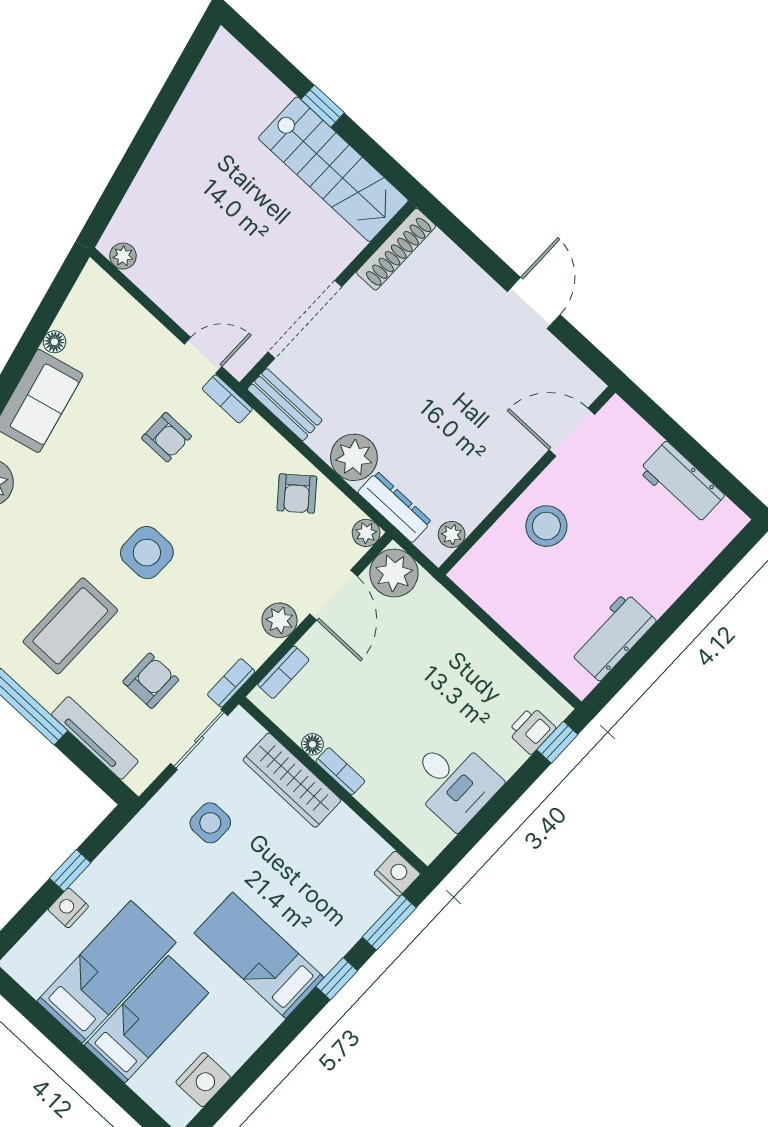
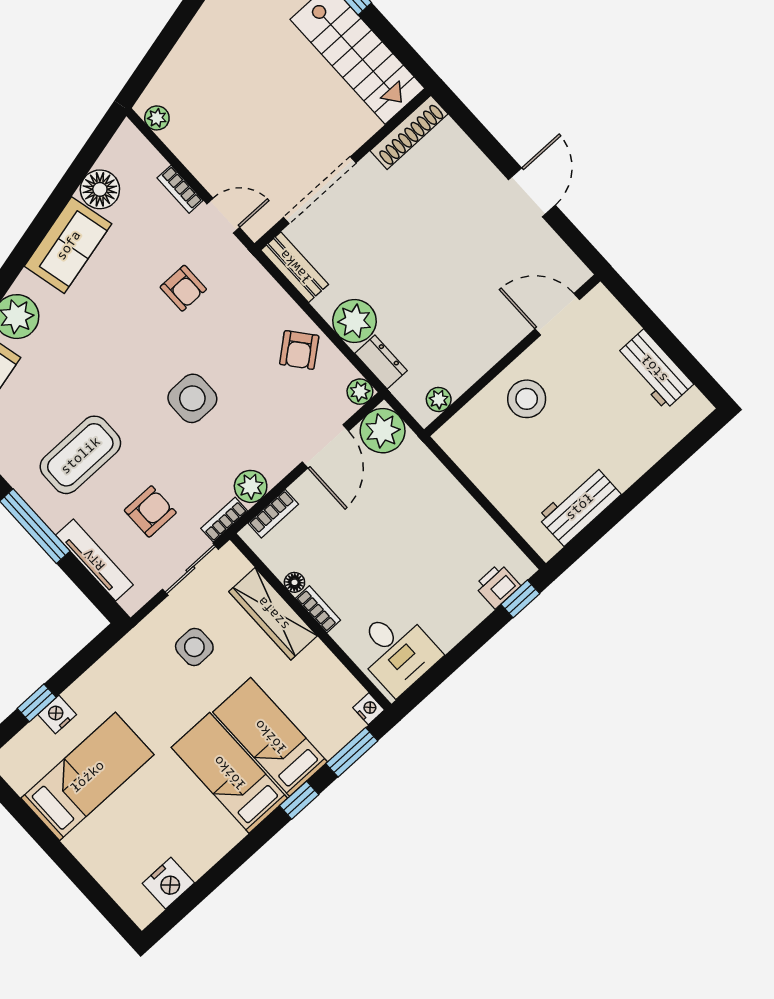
floor lamp: (54, 342) -> (100, 189), width x1.89, depth x1.89
bookcase: (227, 399) -> (180, 189), moved
dresser: (395, 507) -> (381, 362), width x0.70
side table: (147, 553) -> (192, 398), moved
plant: (280, 620) -> (251, 486), moved
desk: (454, 782) -> (396, 651), moved
window: (70, 870) -> (37, 703), moved
nightstand: (397, 874) -> (369, 709), width x0.72, depth x0.74
bed: (146, 1019) -> (270, 737), moved, turned -90

